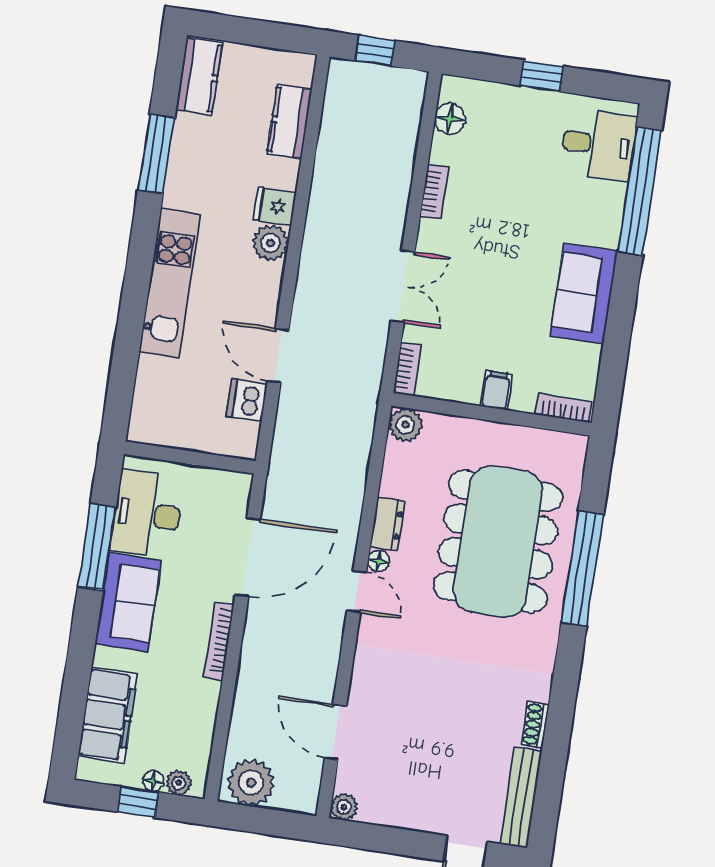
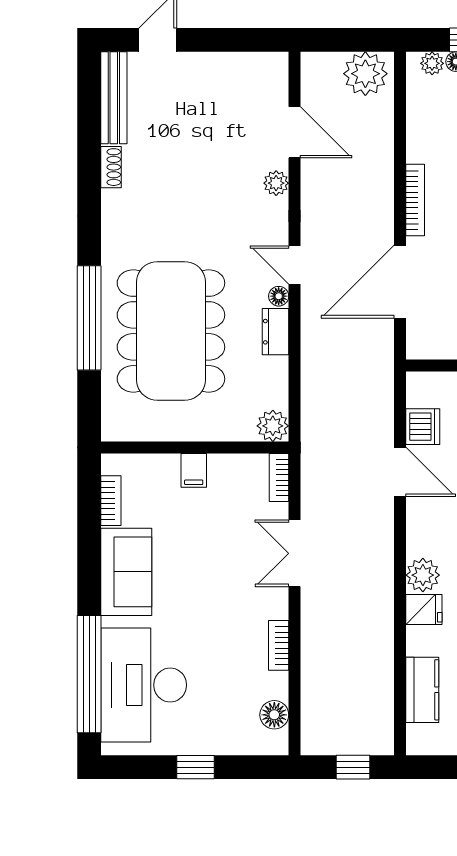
desk: (598, 145) -> (144, 685), width x1.87, depth x1.30
bookcase: (563, 408) -> (111, 501), moved, turned -90
plant: (344, 807) -> (276, 183), moved

